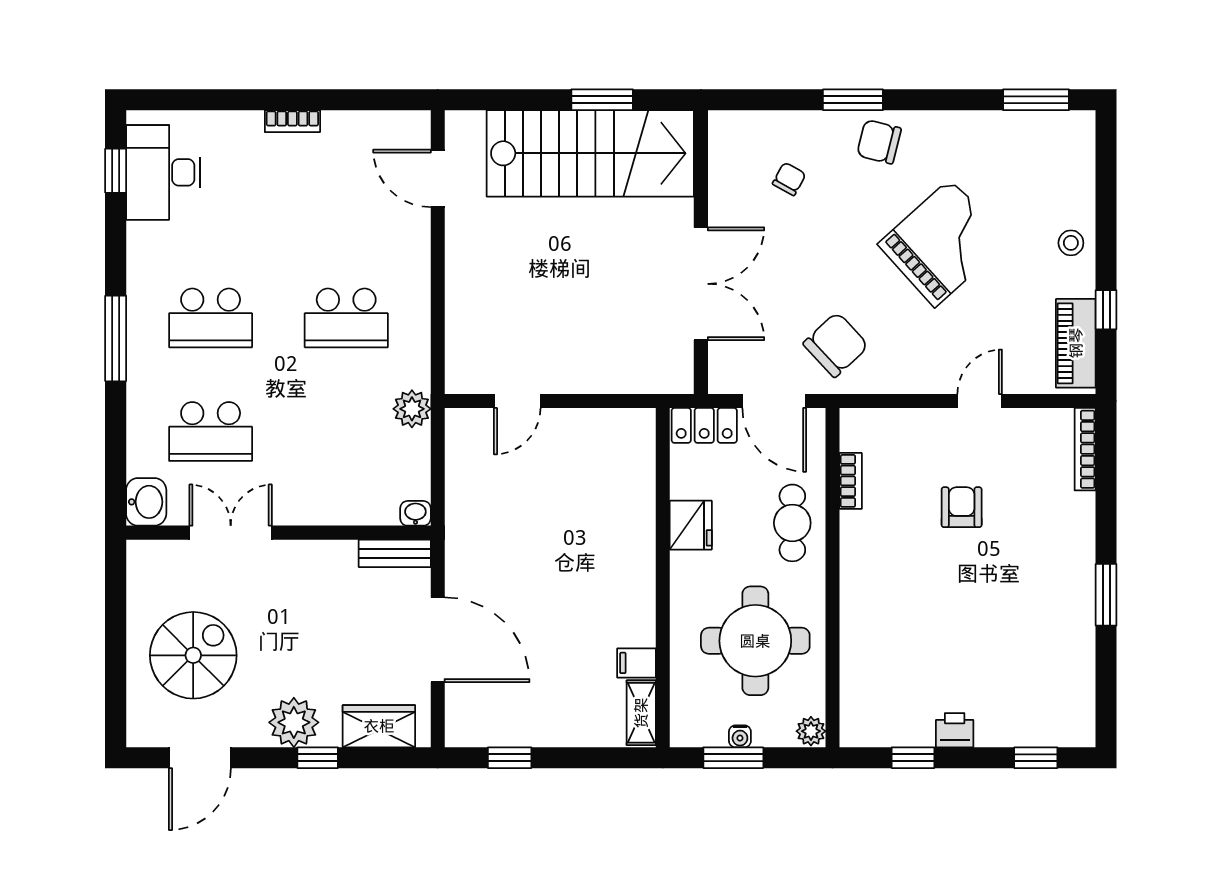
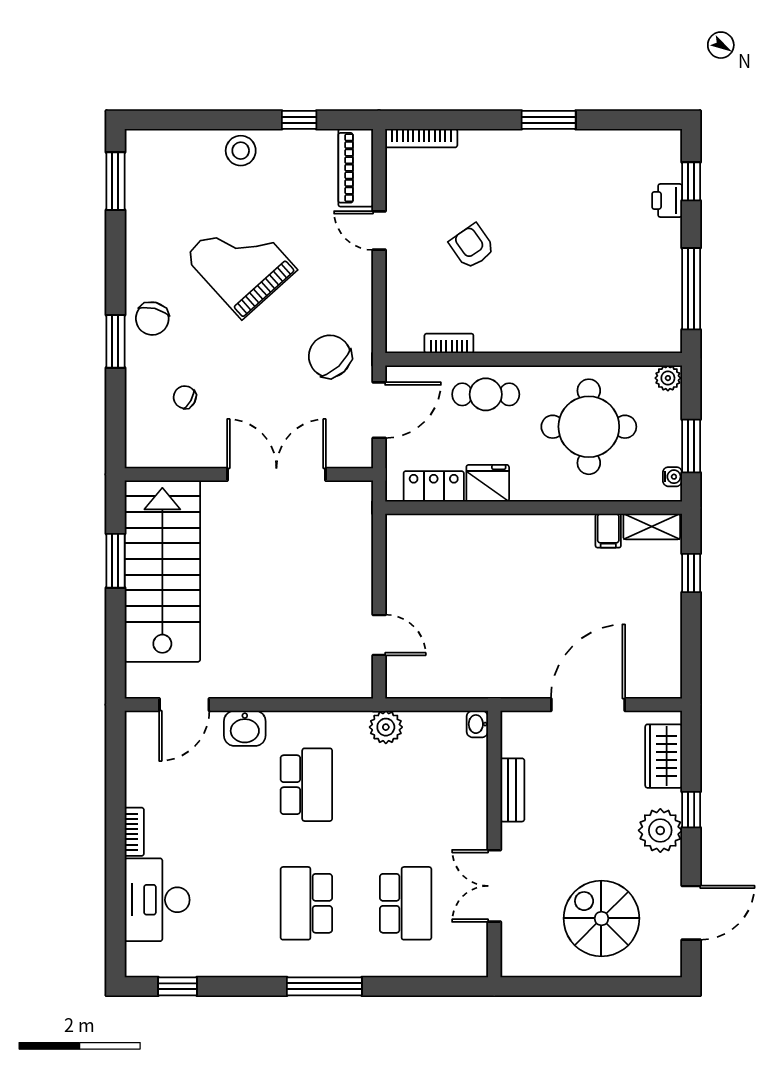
desk: (163, 172) -> (157, 900), moved, turned 90
stool: (1071, 243) -> (241, 151), width x1.37, depth x1.37
school desk: (211, 318) -> (306, 903), turned 180
piano: (1076, 343) -> (356, 168), moved, turned 90
locker: (704, 425) -> (434, 486), moved, turned -90
washbasin: (146, 502) -> (245, 728), moved, turned 180
armchair: (962, 507) -> (472, 246), turned 55
bench: (395, 553) -> (512, 790), moved
printer: (955, 730) -> (667, 200), moved
water cooler: (740, 736) -> (672, 477), moved
door: (200, 758) -> (691, 913), hinge flipped
window: (510, 758) -> (691, 573), moved
window: (913, 758) -> (691, 289), width x2.17

